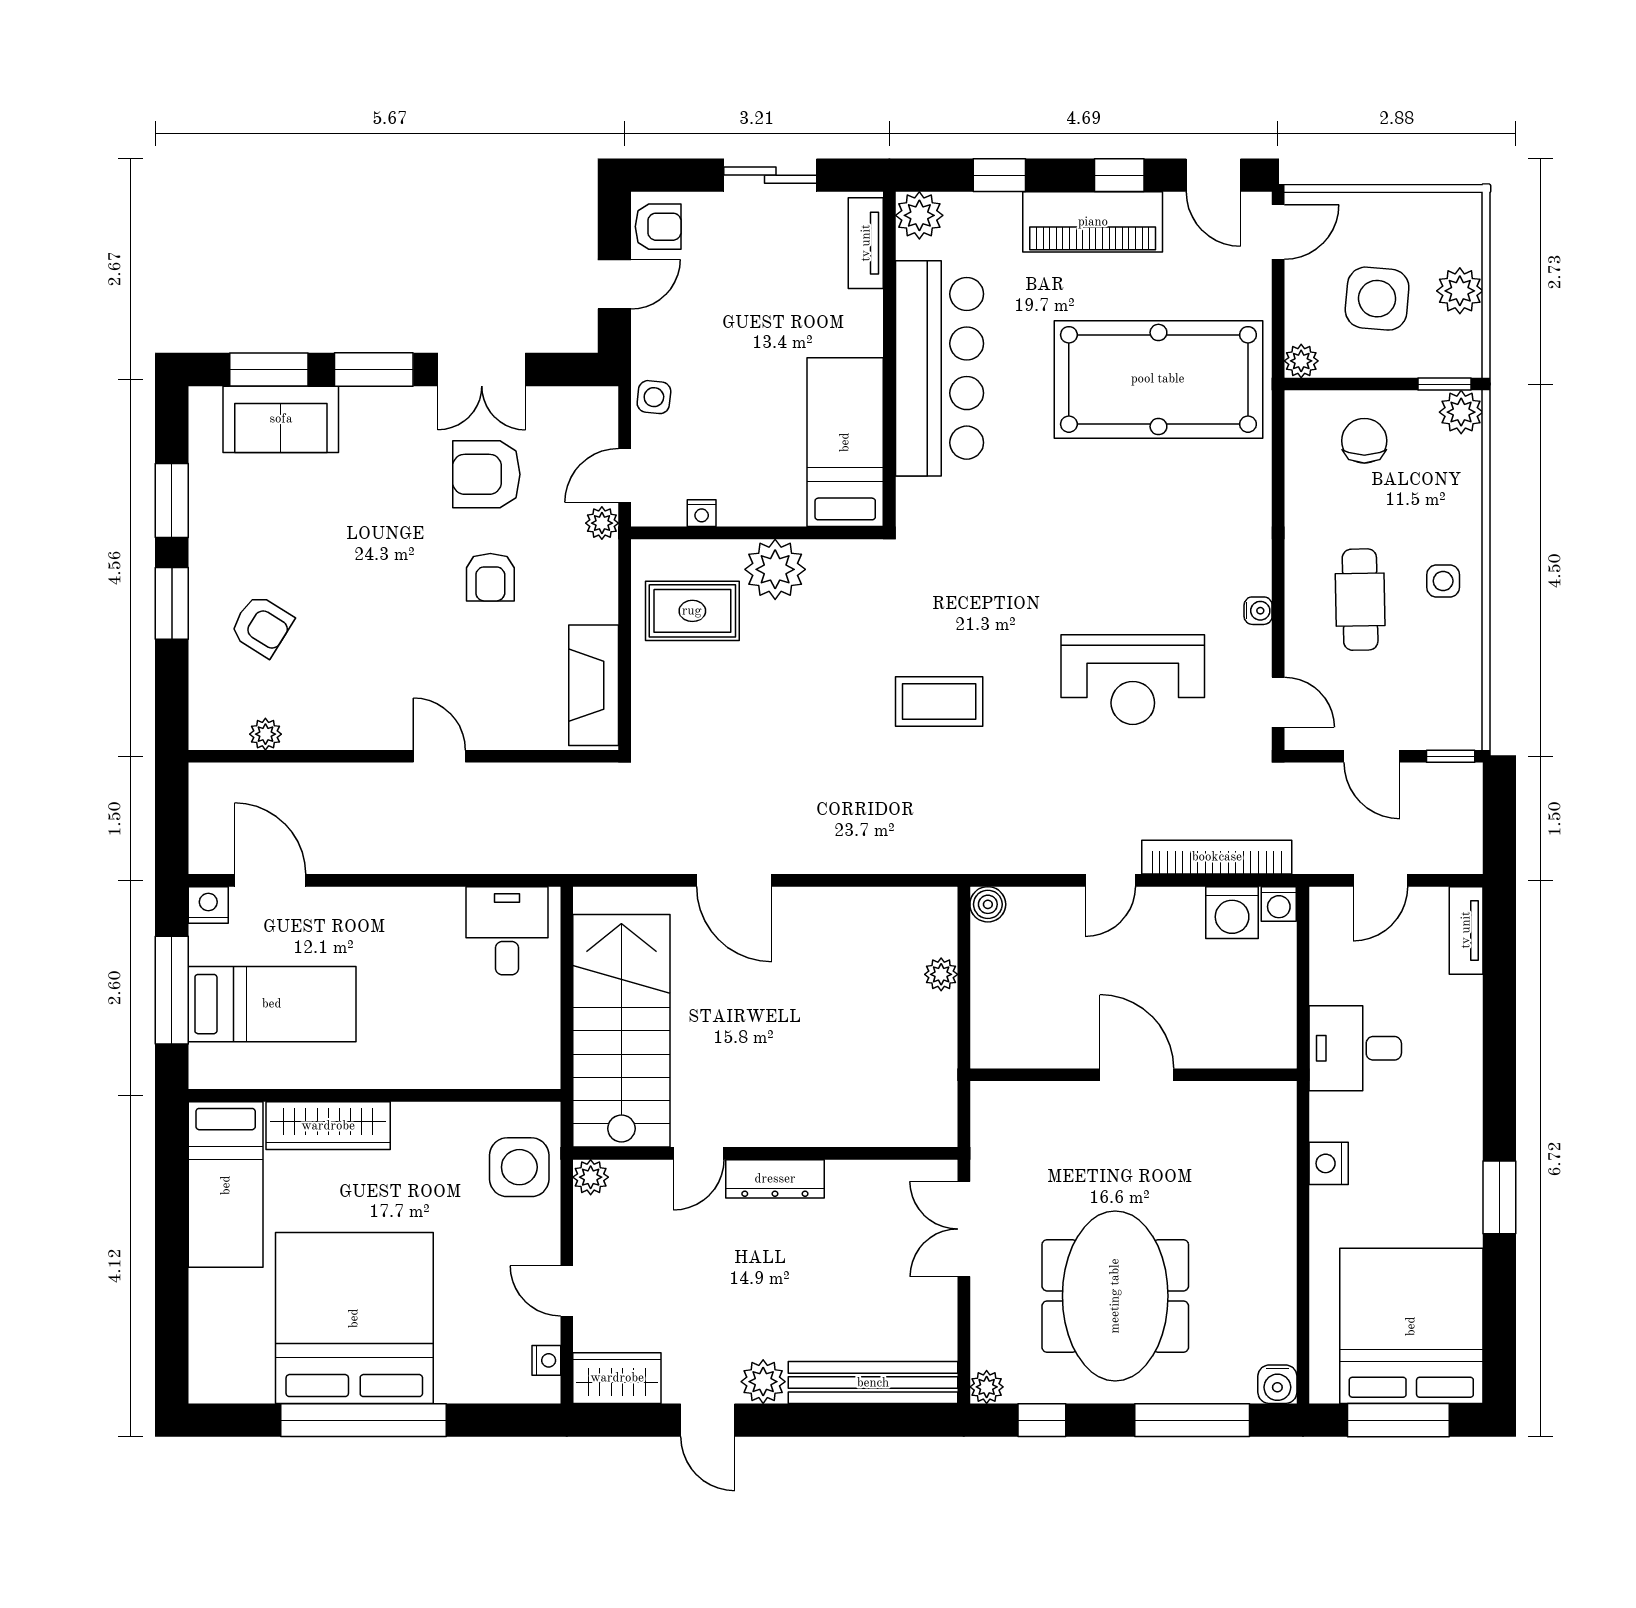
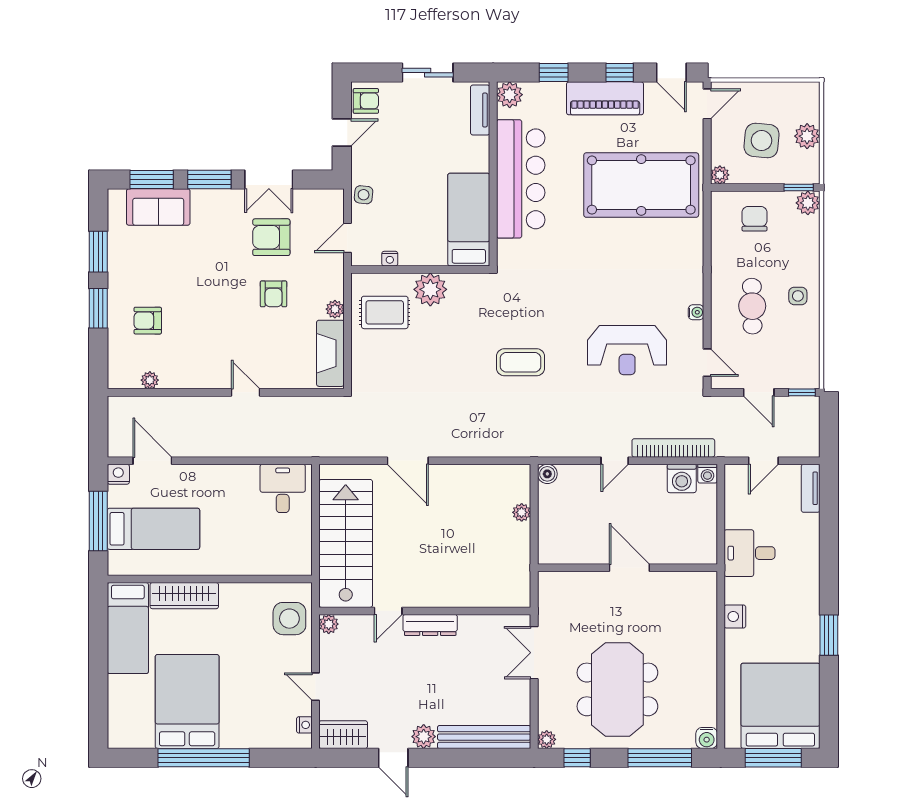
plant: (602, 523) -> (335, 309), moved
armchair: (262, 626) -> (148, 321), turned 148
bed: (354, 1318) -> (187, 702), width x0.73

